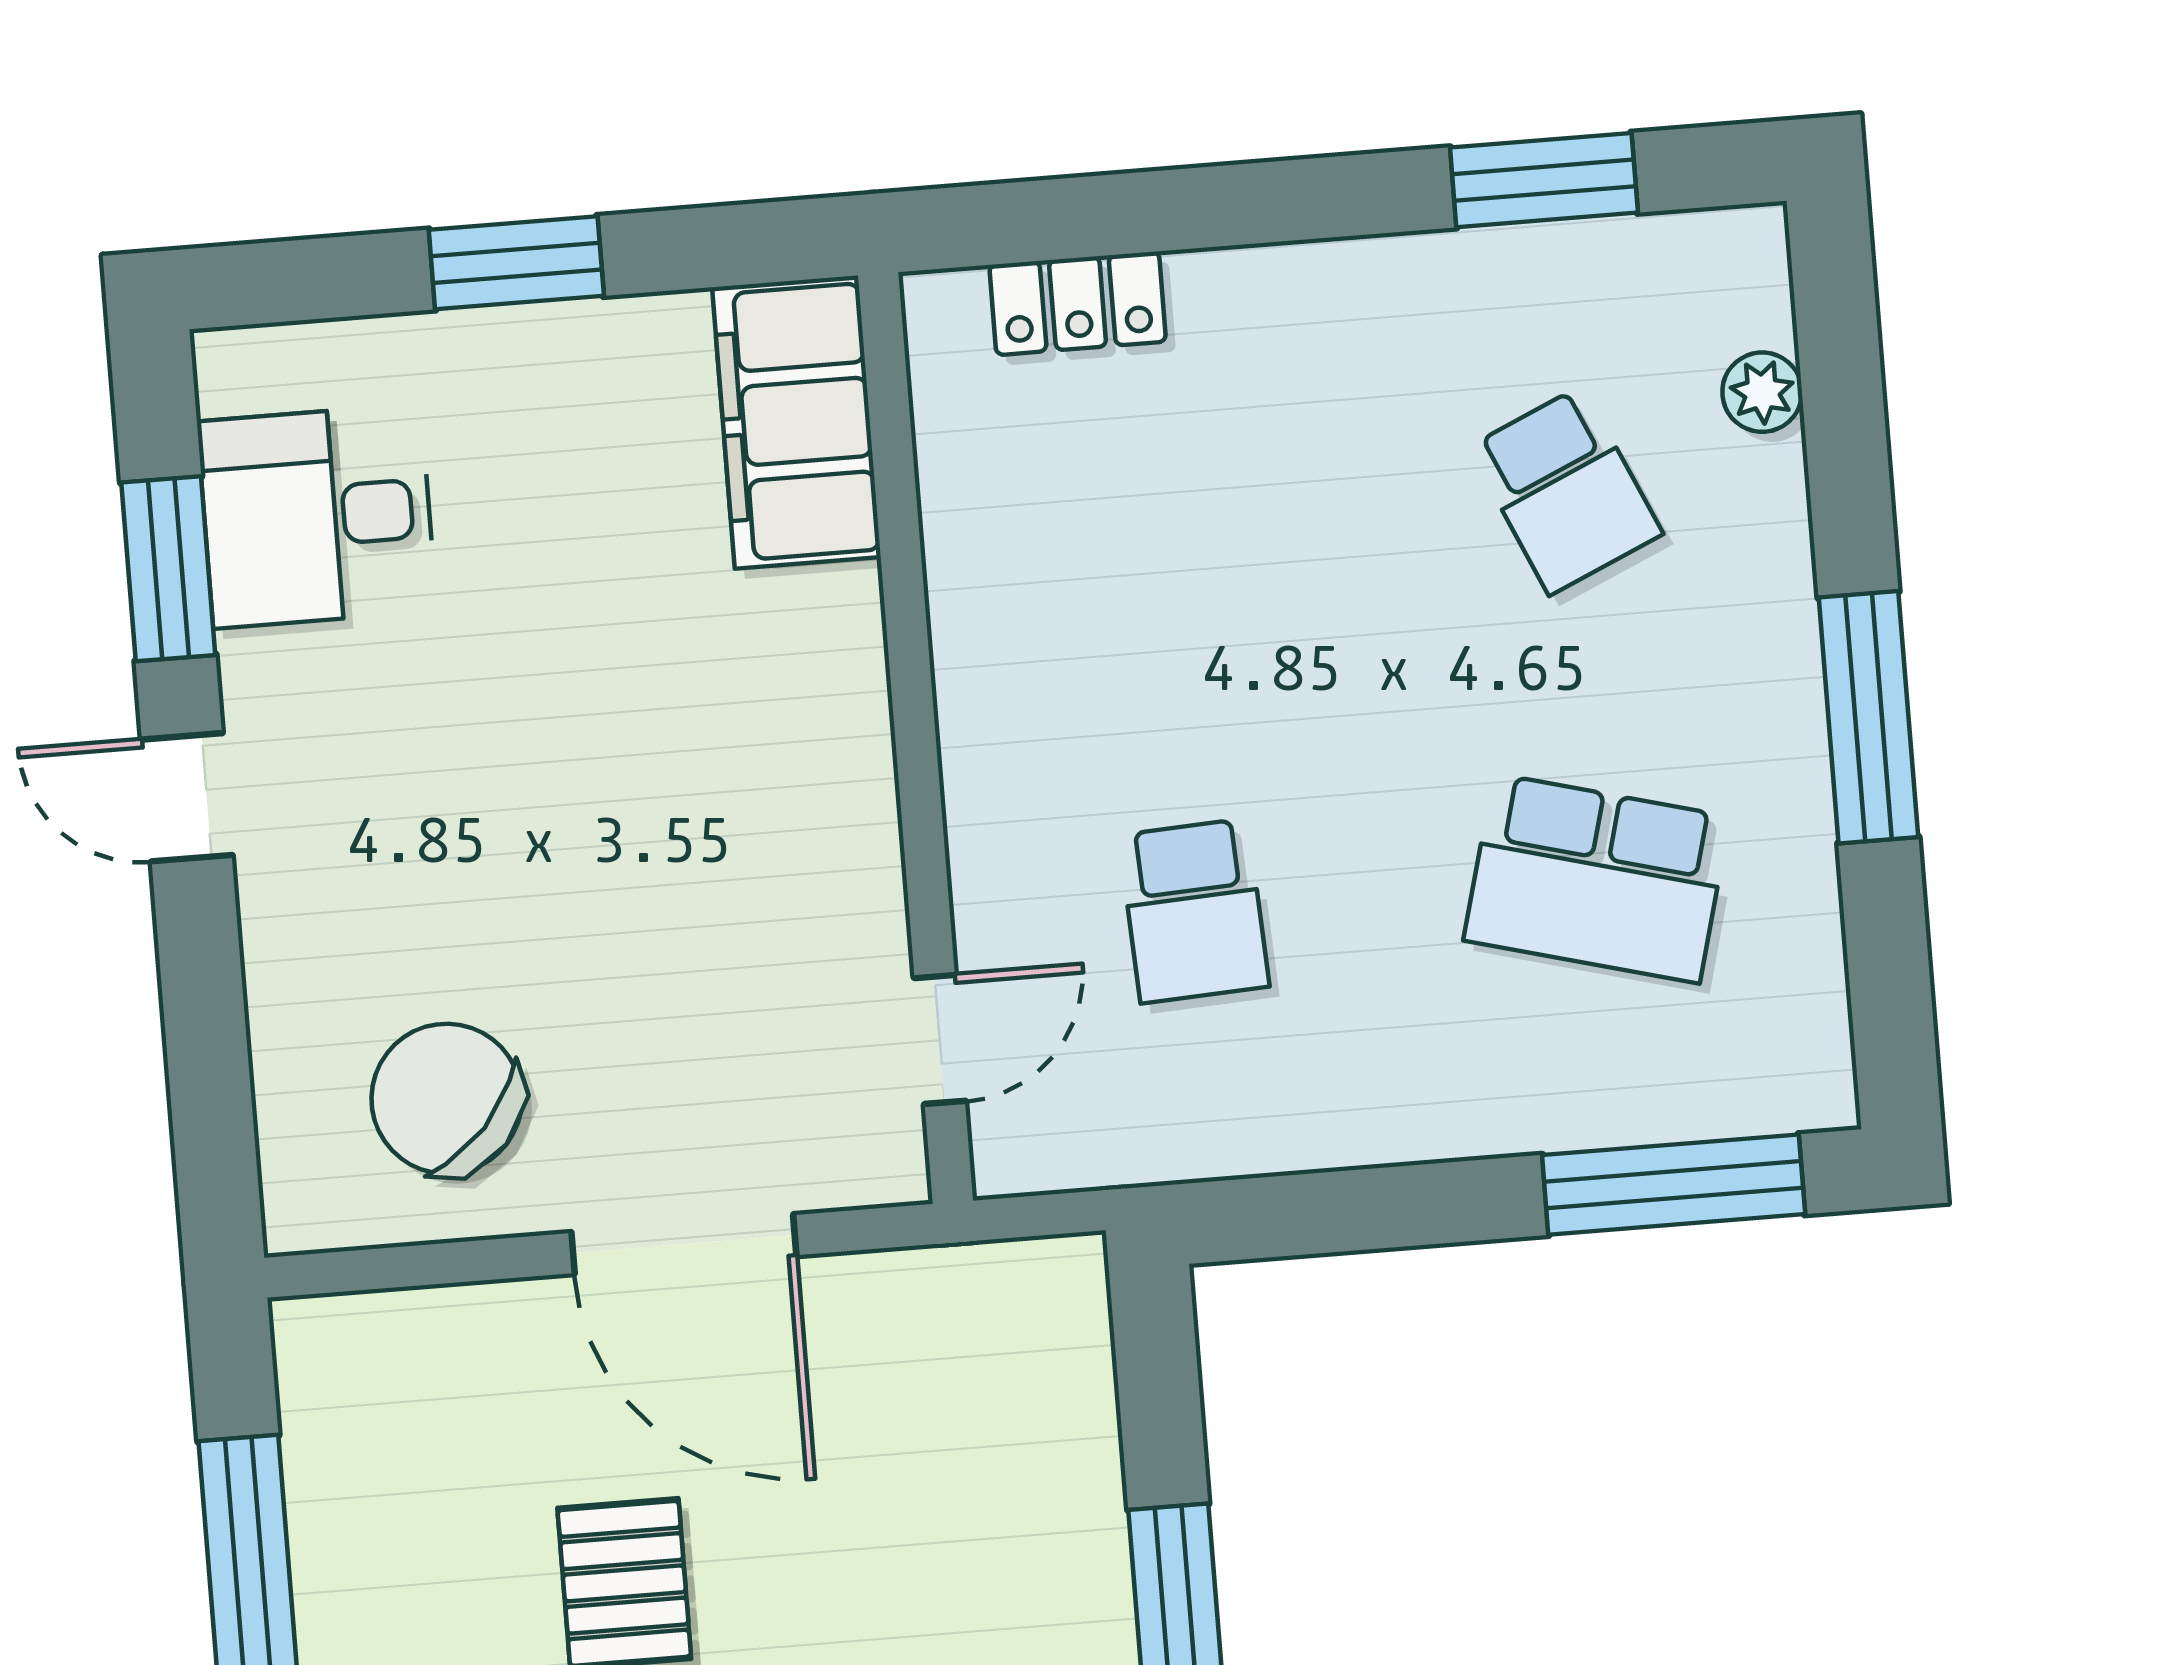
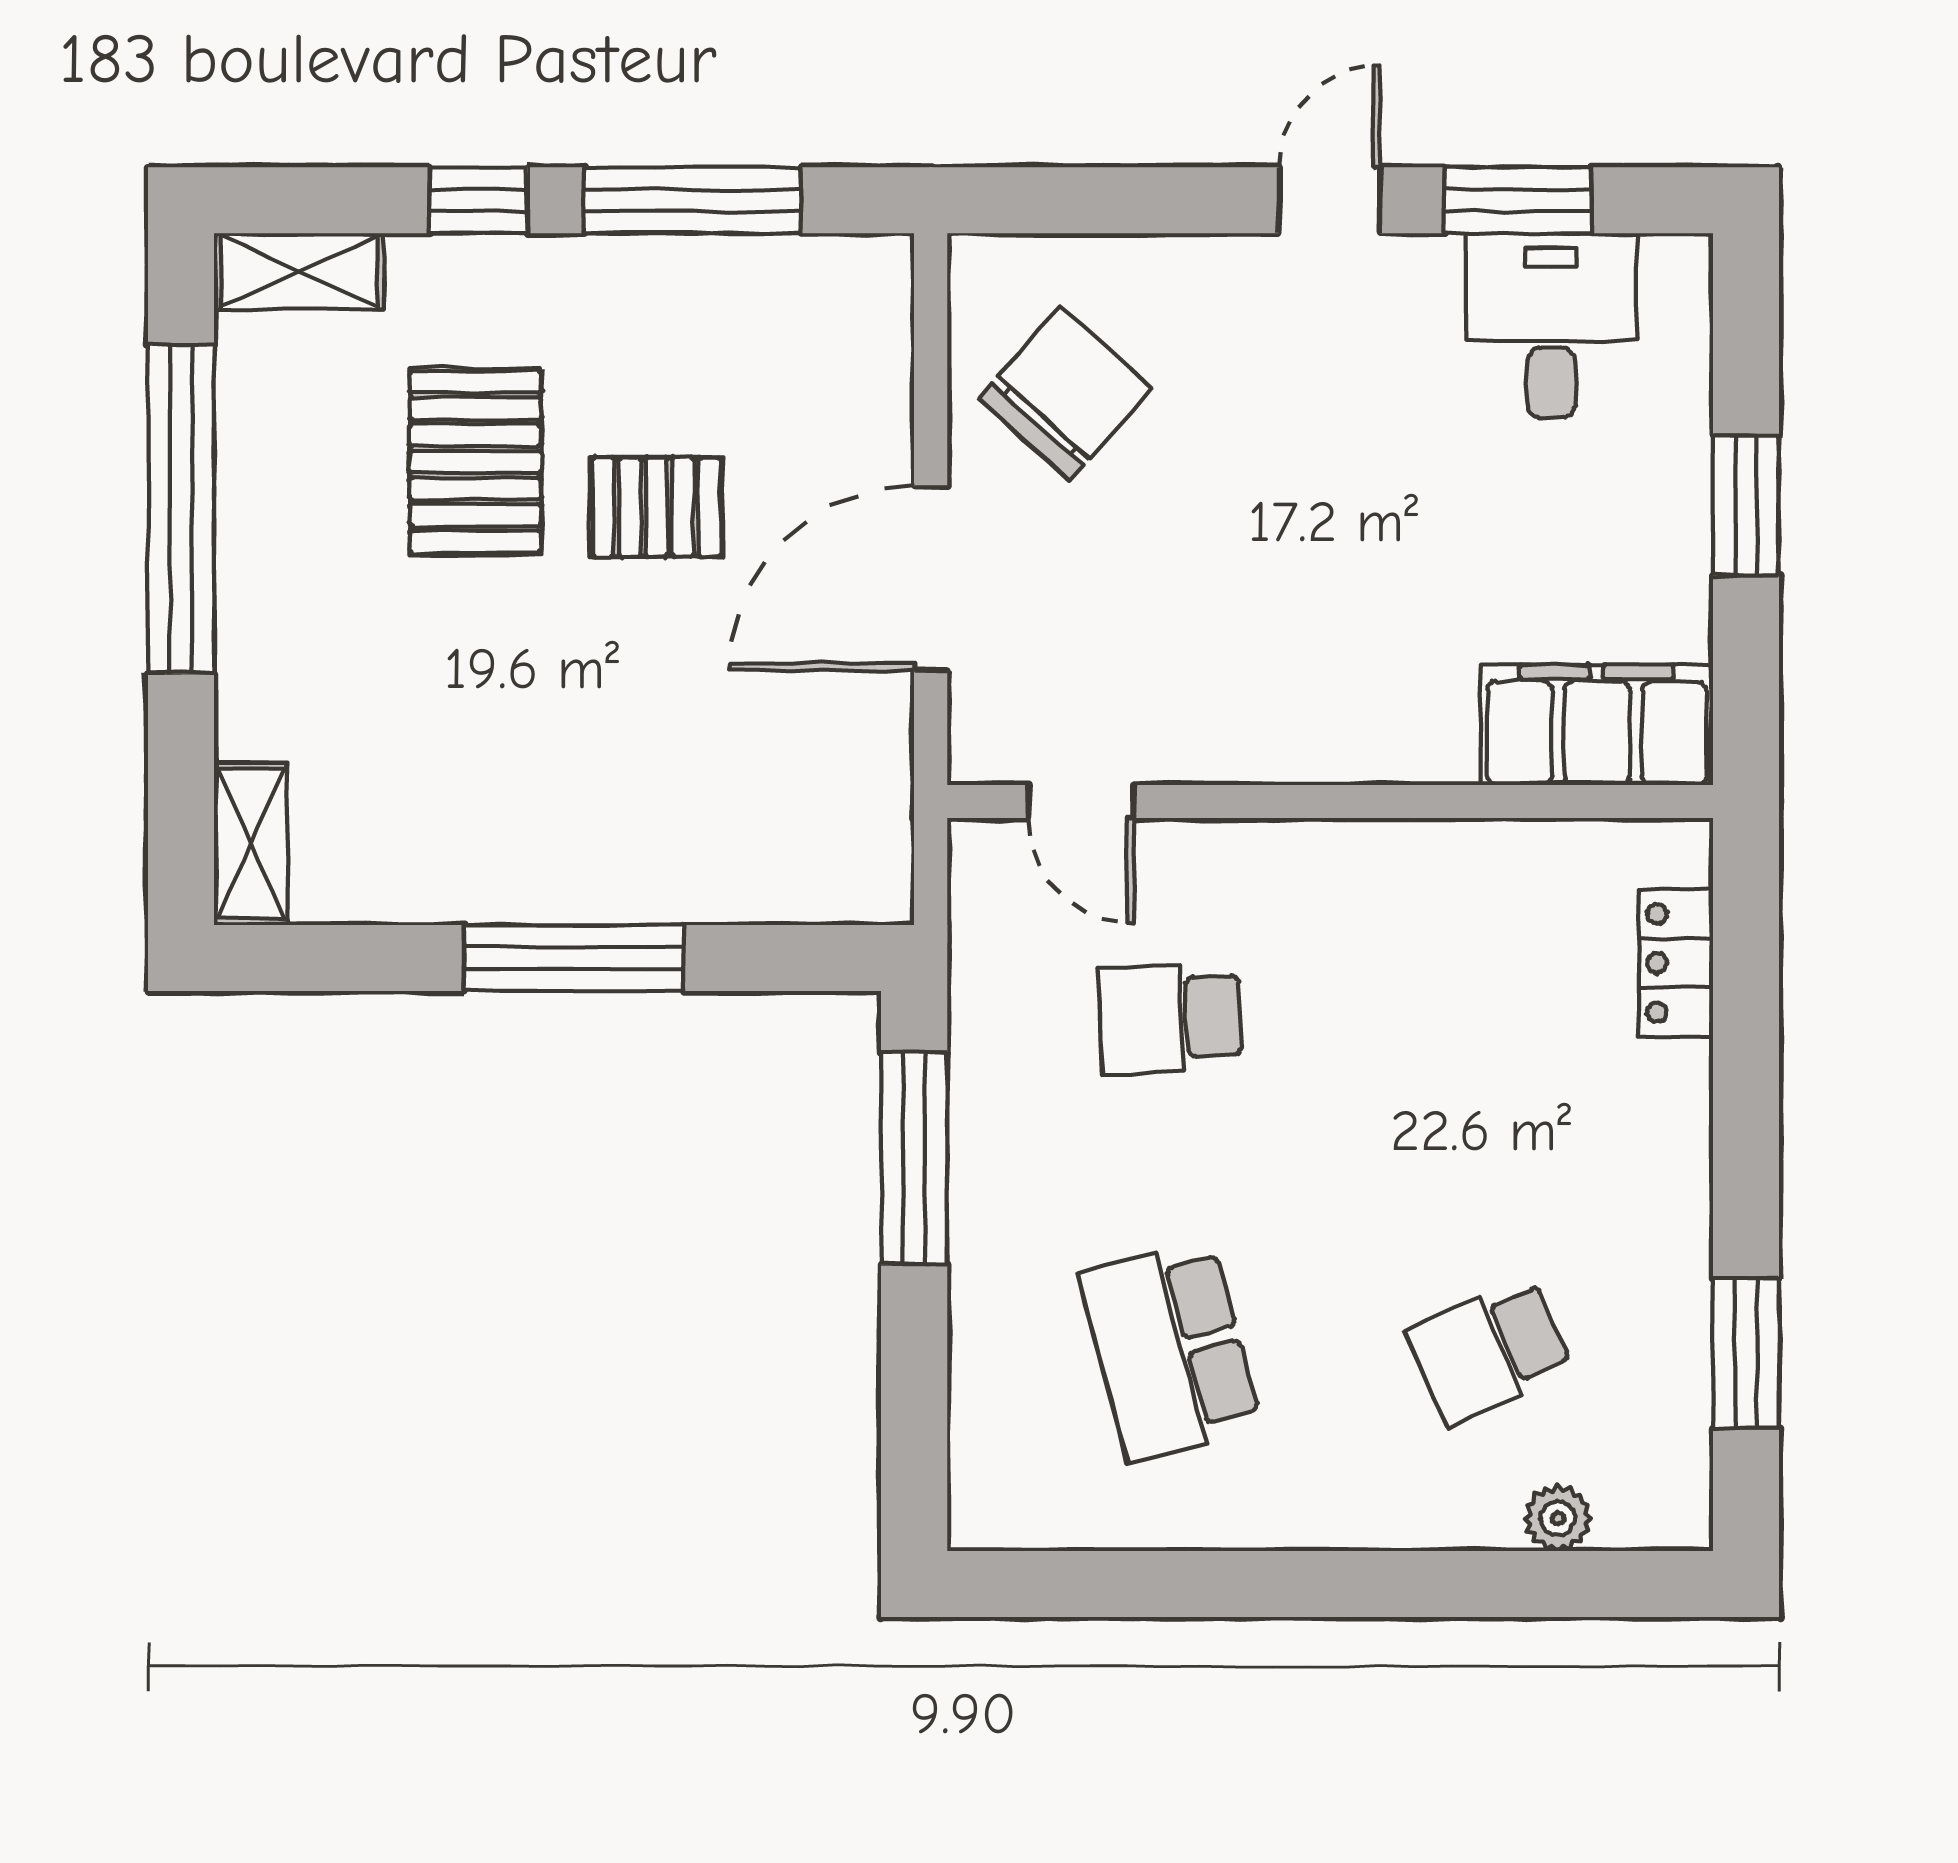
window: (1868, 717) -> (1284, 1584), removed
school desk: (1597, 879) -> (1170, 1351), turned -30
window: (1674, 1185) -> (914, 1158), moved

